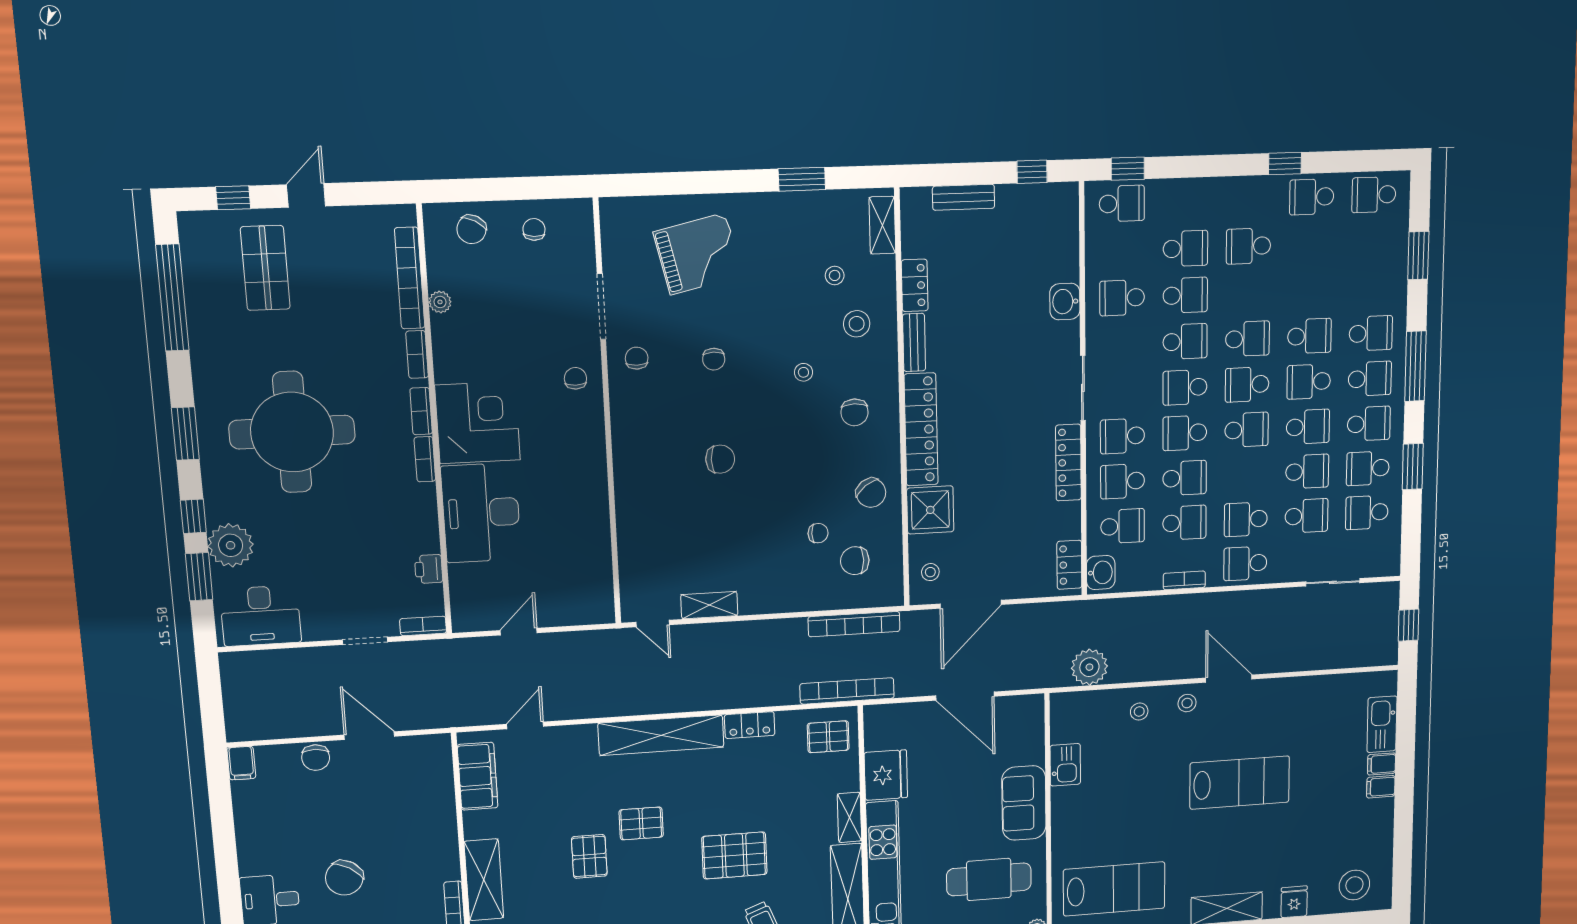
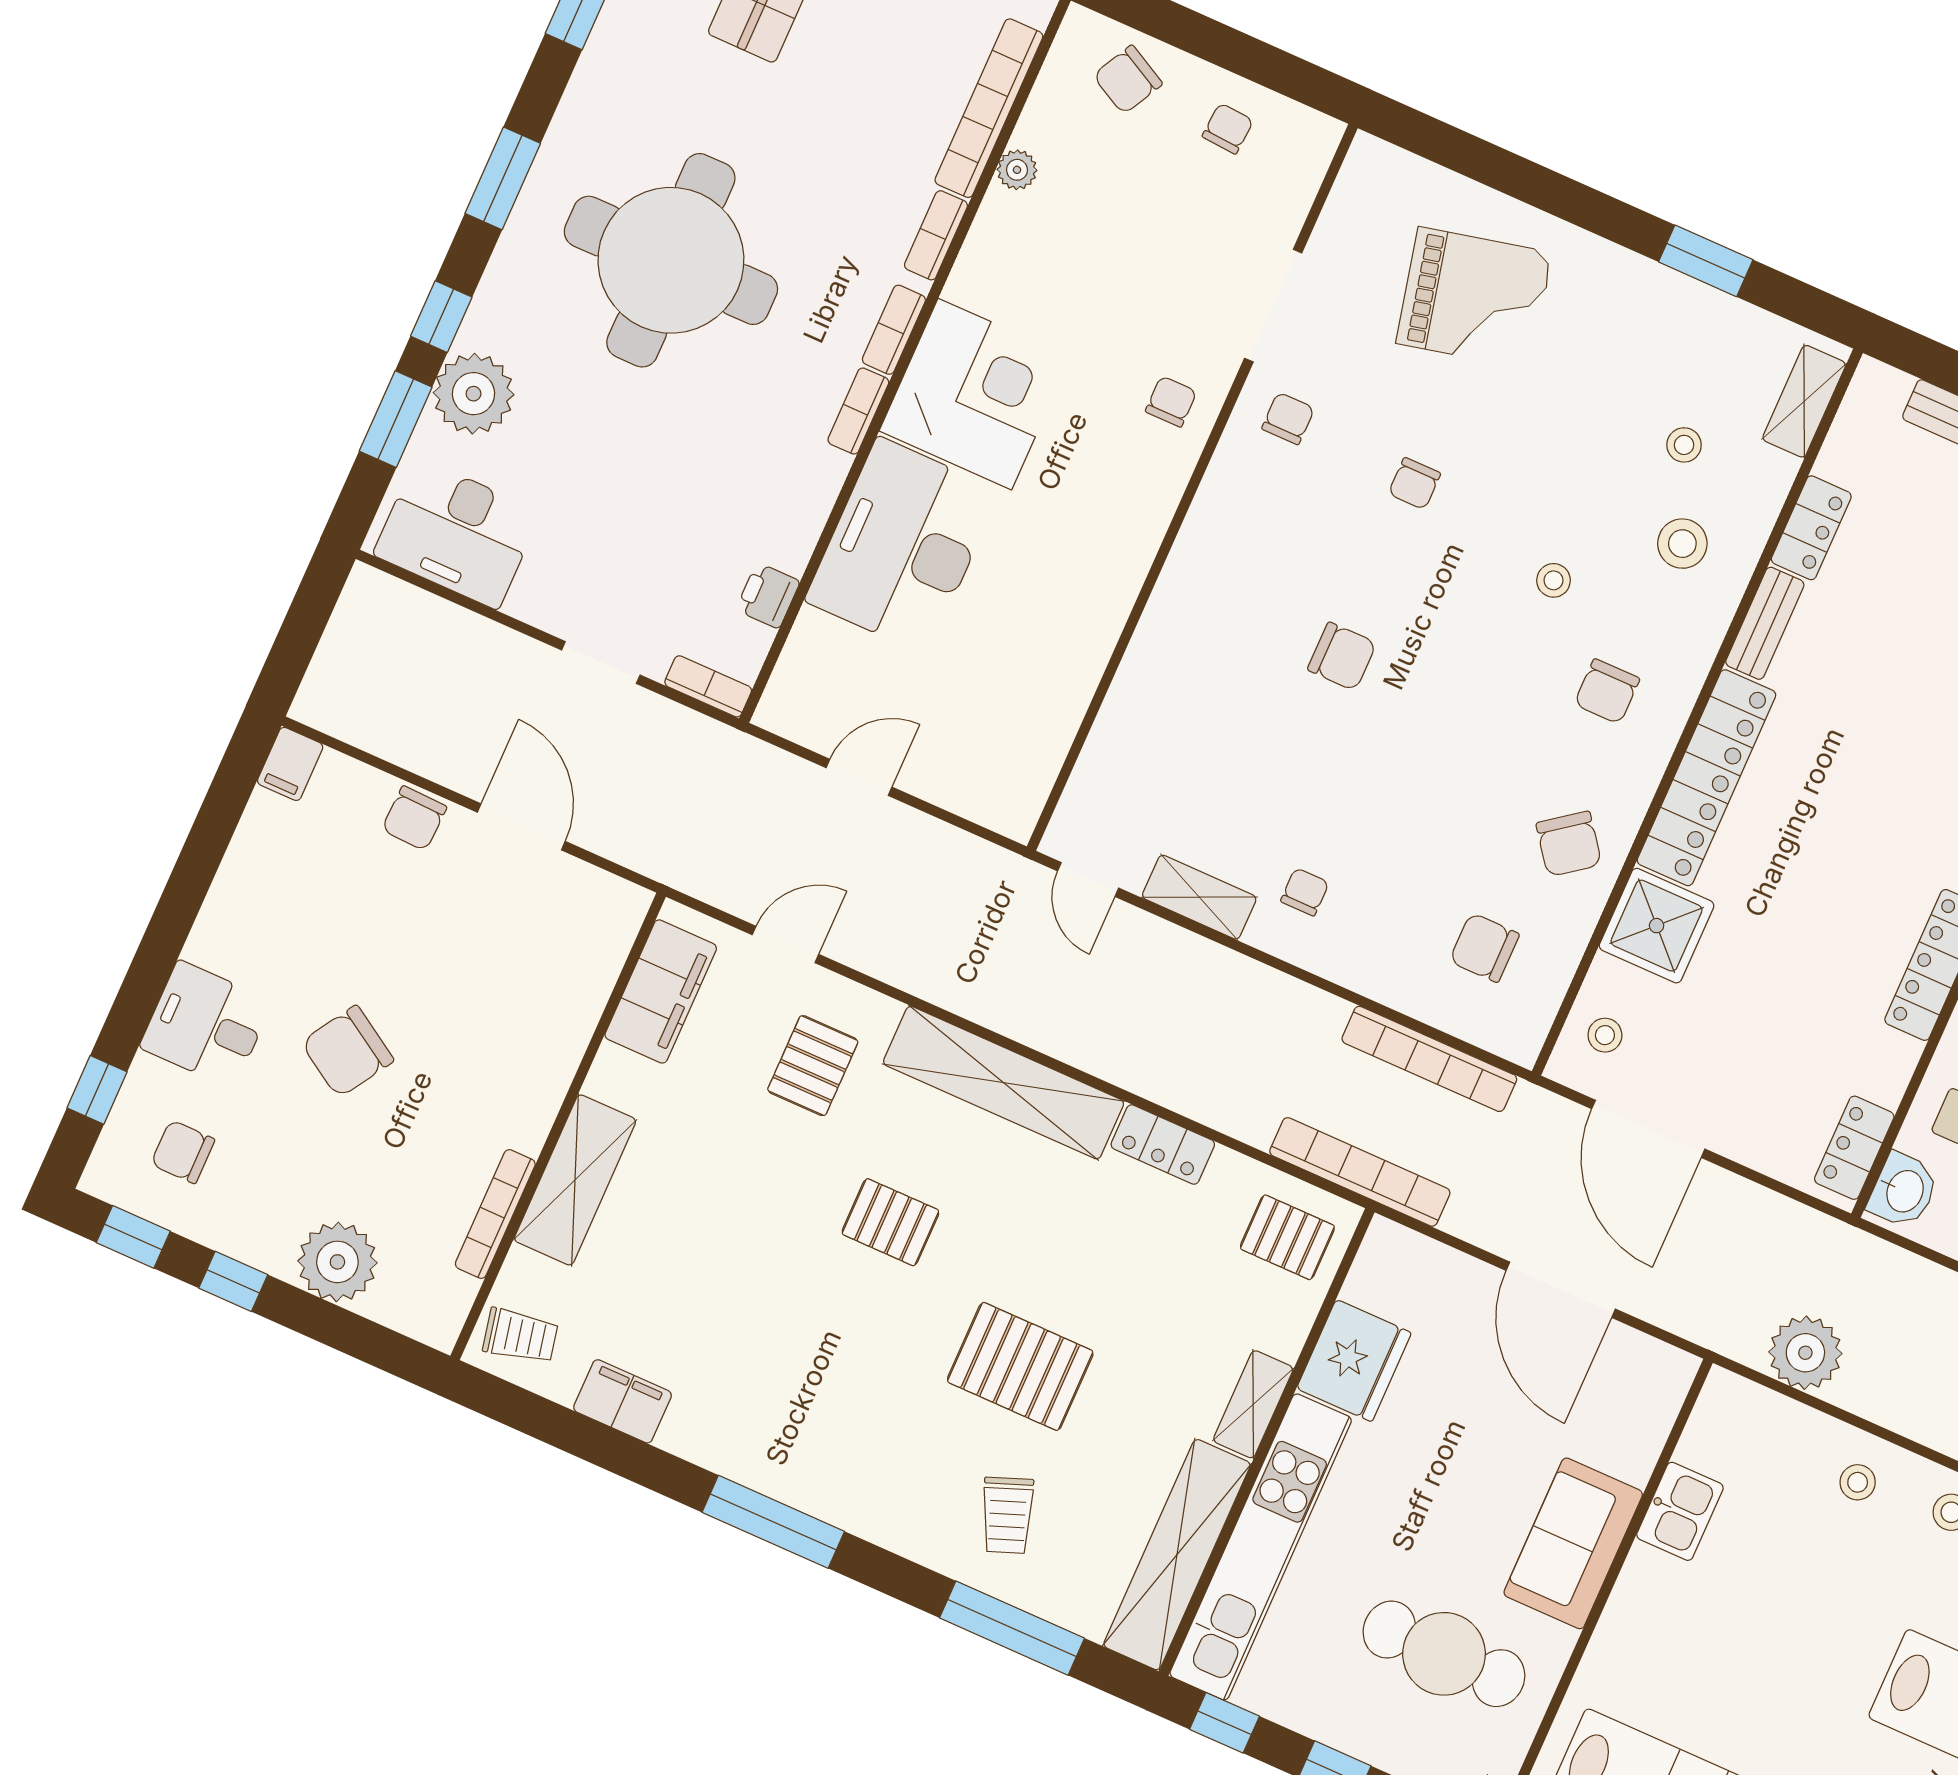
chair: (818, 533) -> (1305, 892), moved, turned -90
door: (971, 604) -> (1648, 1129), hinge flipped
pallet: (589, 856) -> (813, 1066), moved

